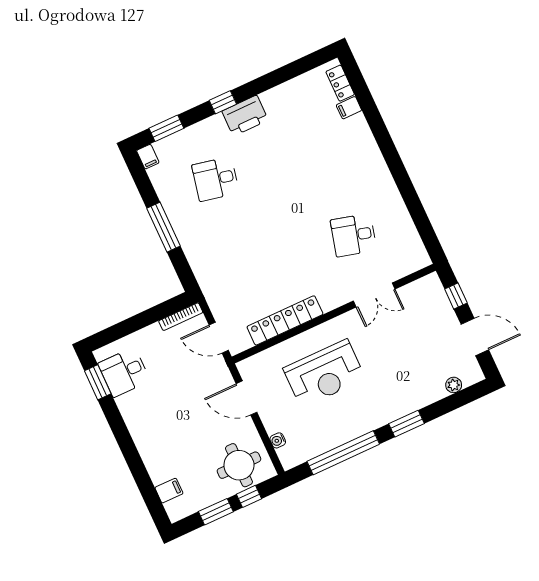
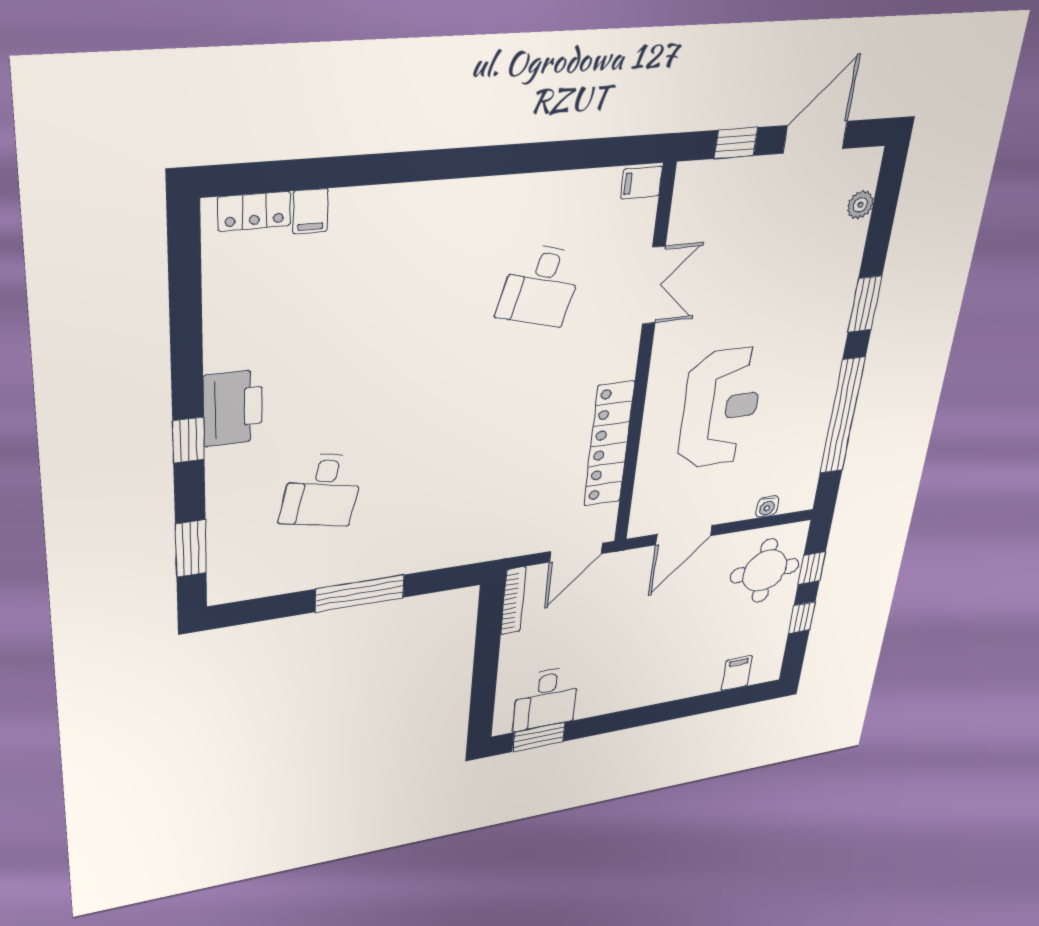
filing cabinet: (148, 157) -> (641, 183), moved, turned 180
window: (216, 512) -> (802, 618), width x0.67

